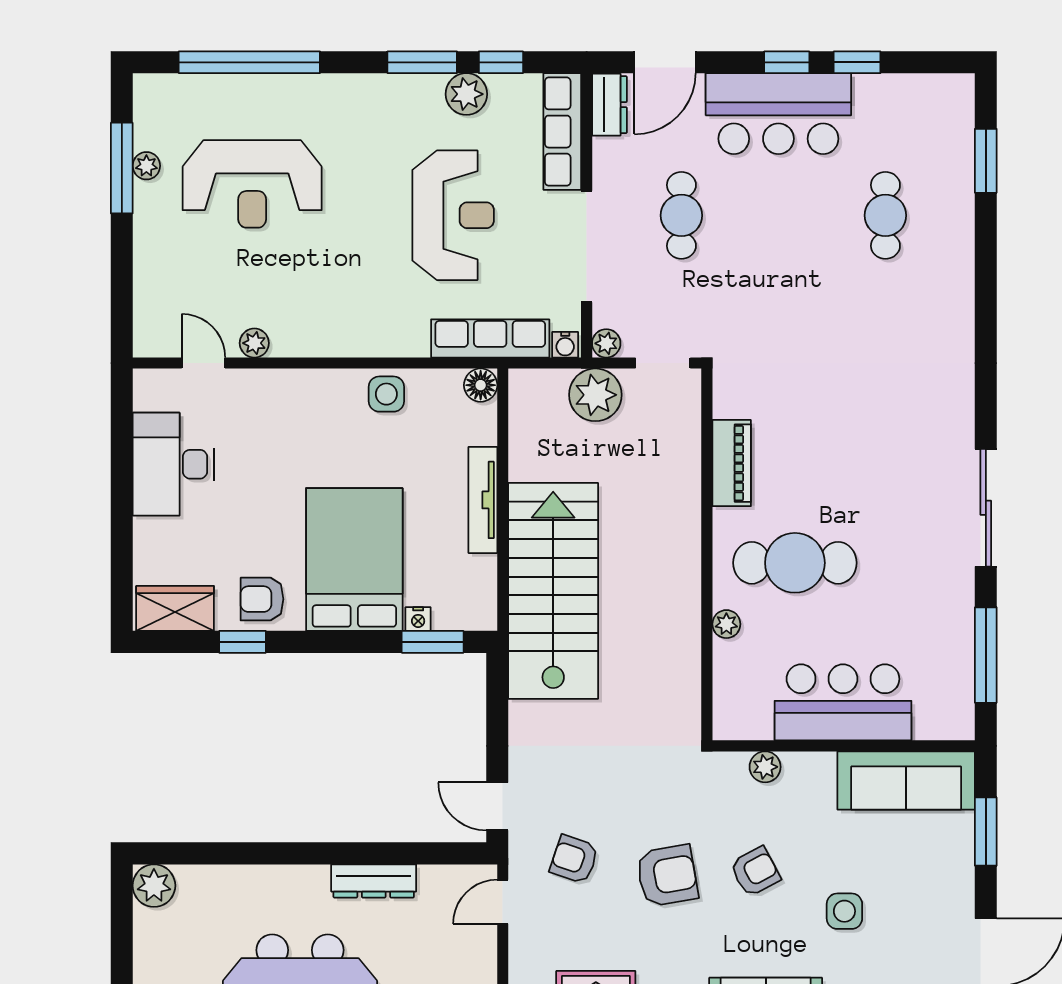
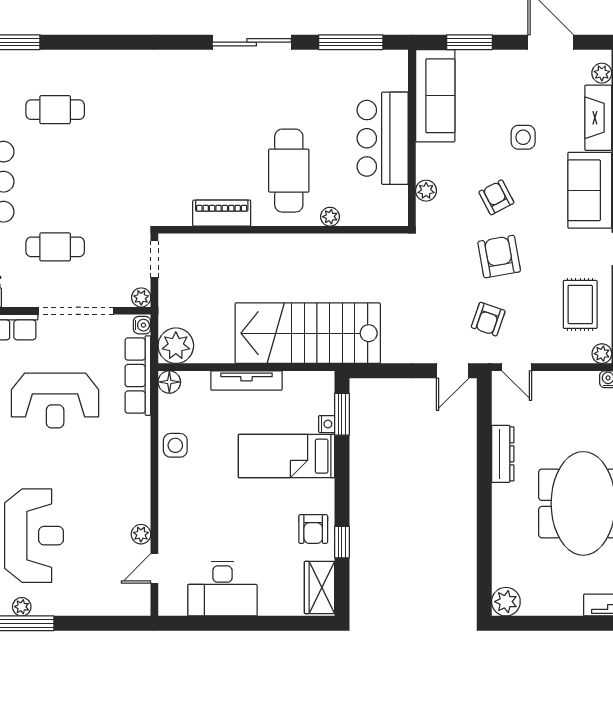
reception desk: (453, 215) -> (55, 401), turned 180
plant: (595, 395) -> (176, 346), moved
bed: (354, 559) -> (287, 456), width x0.67

